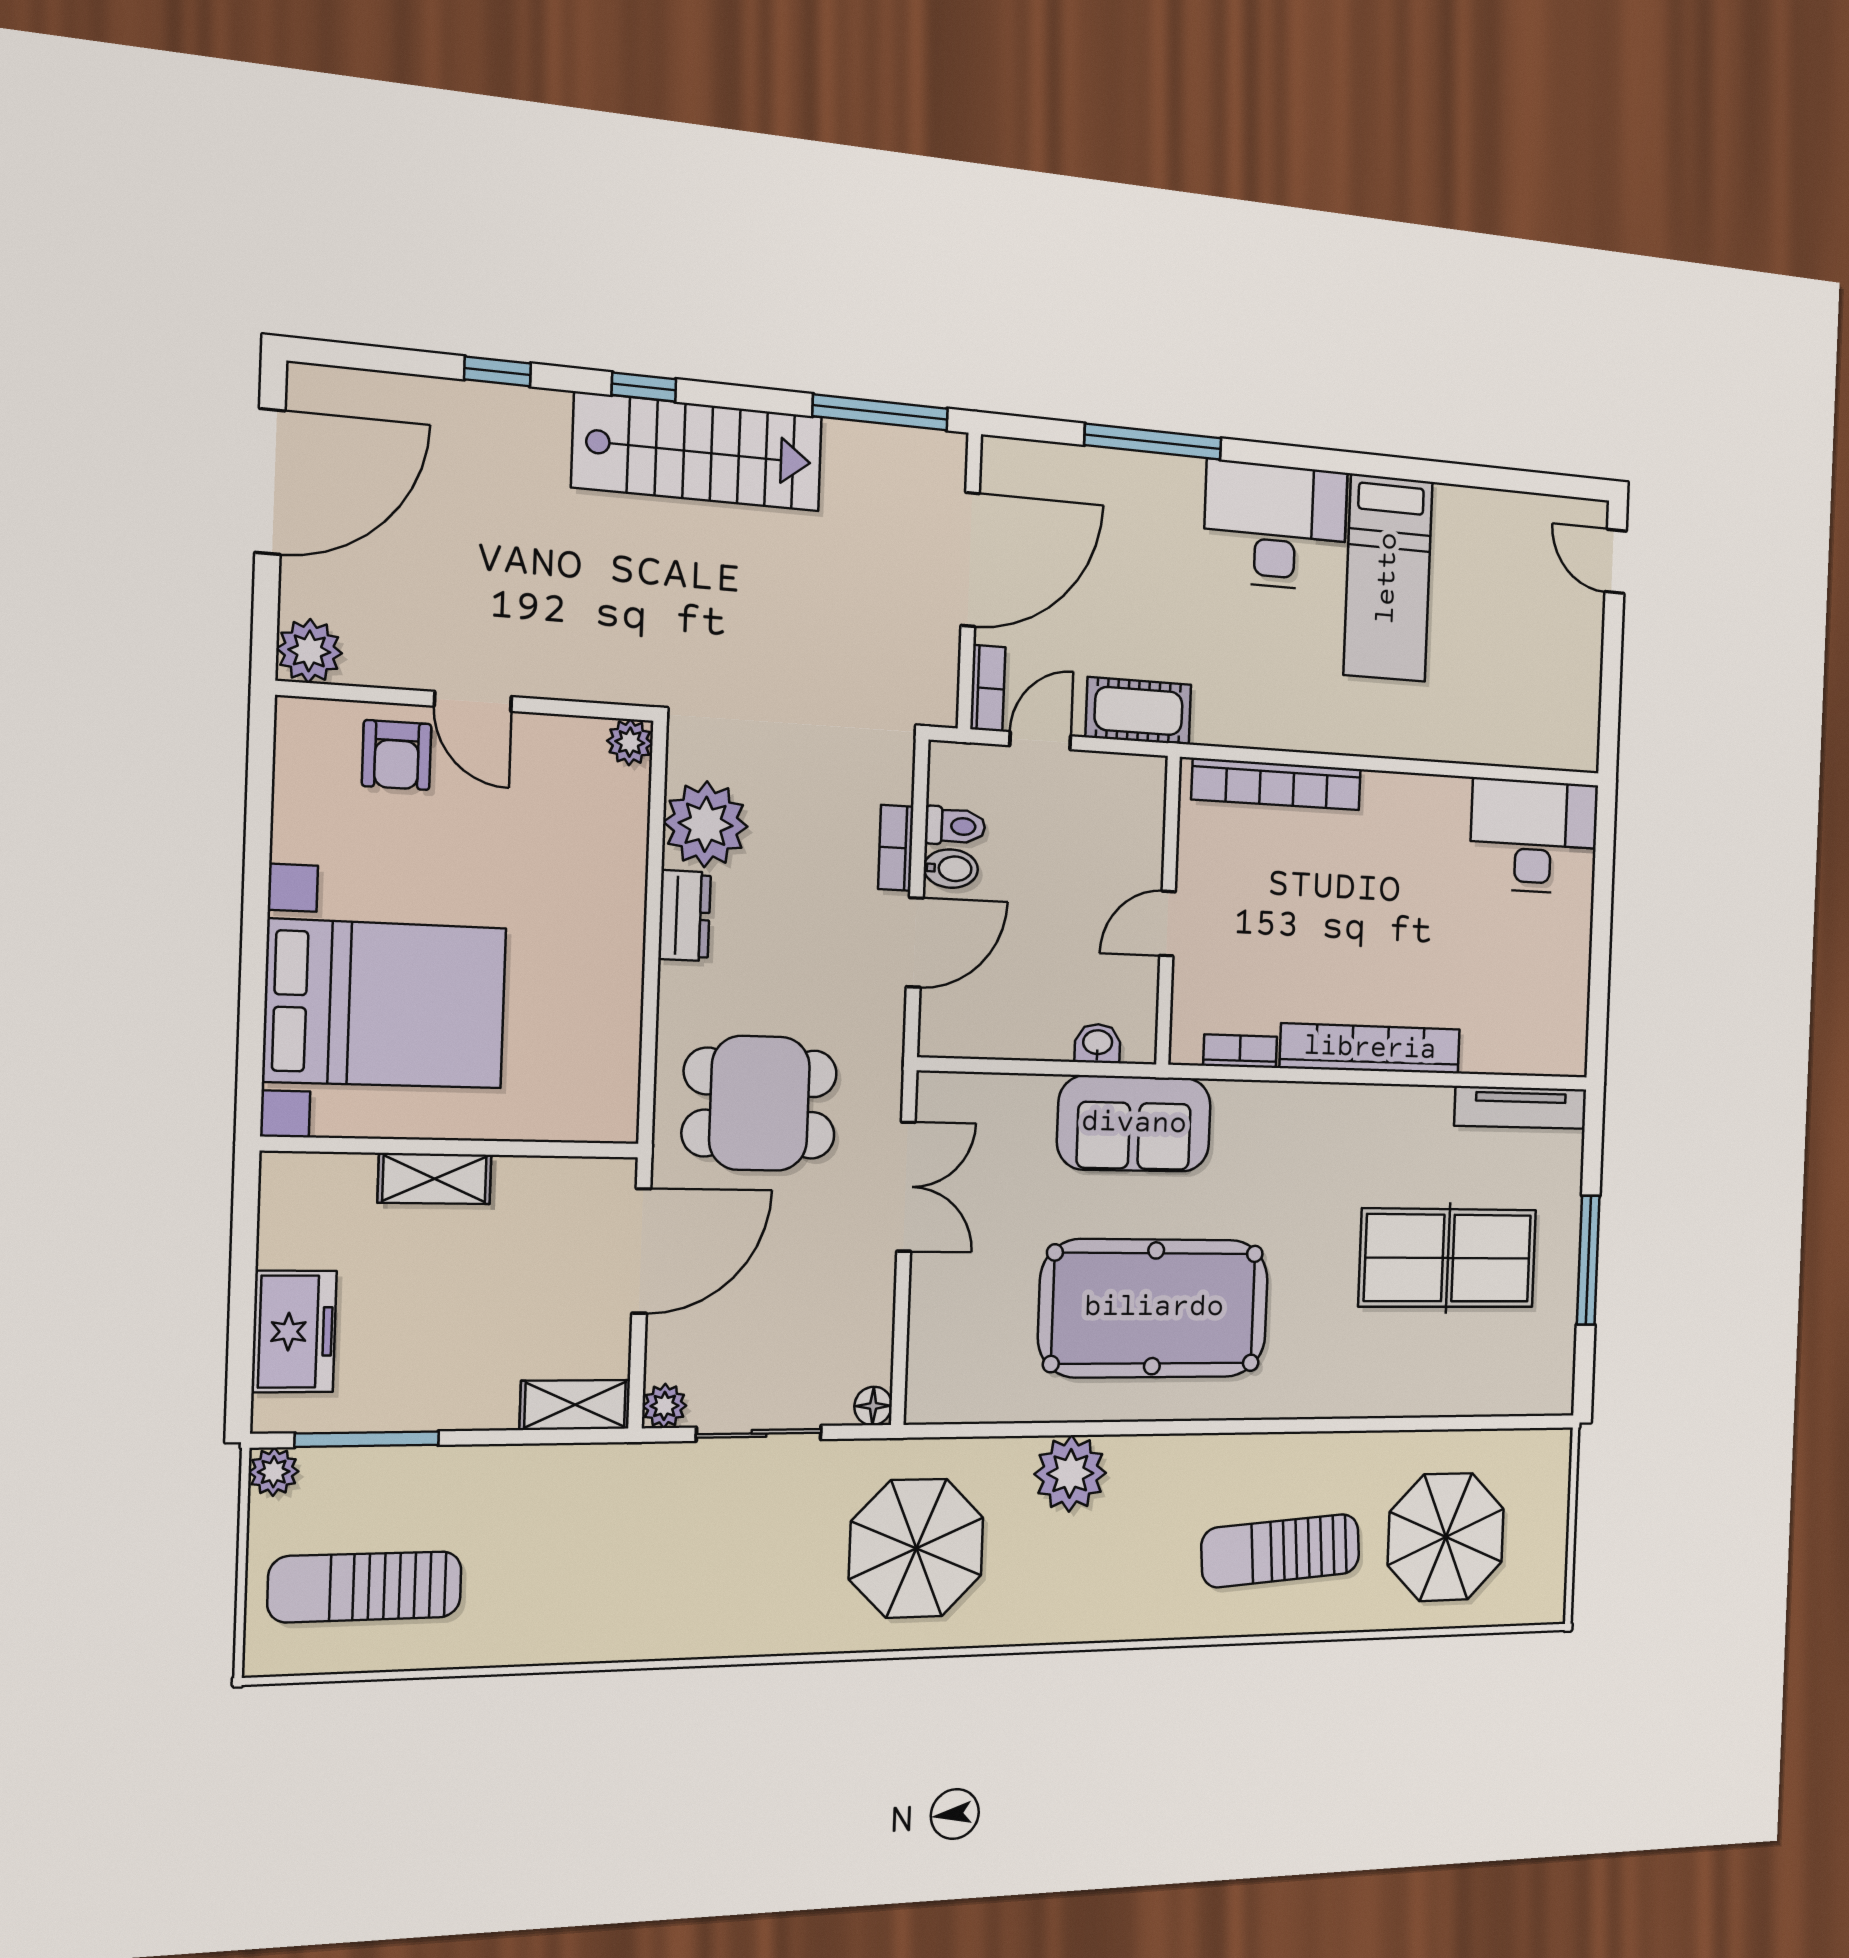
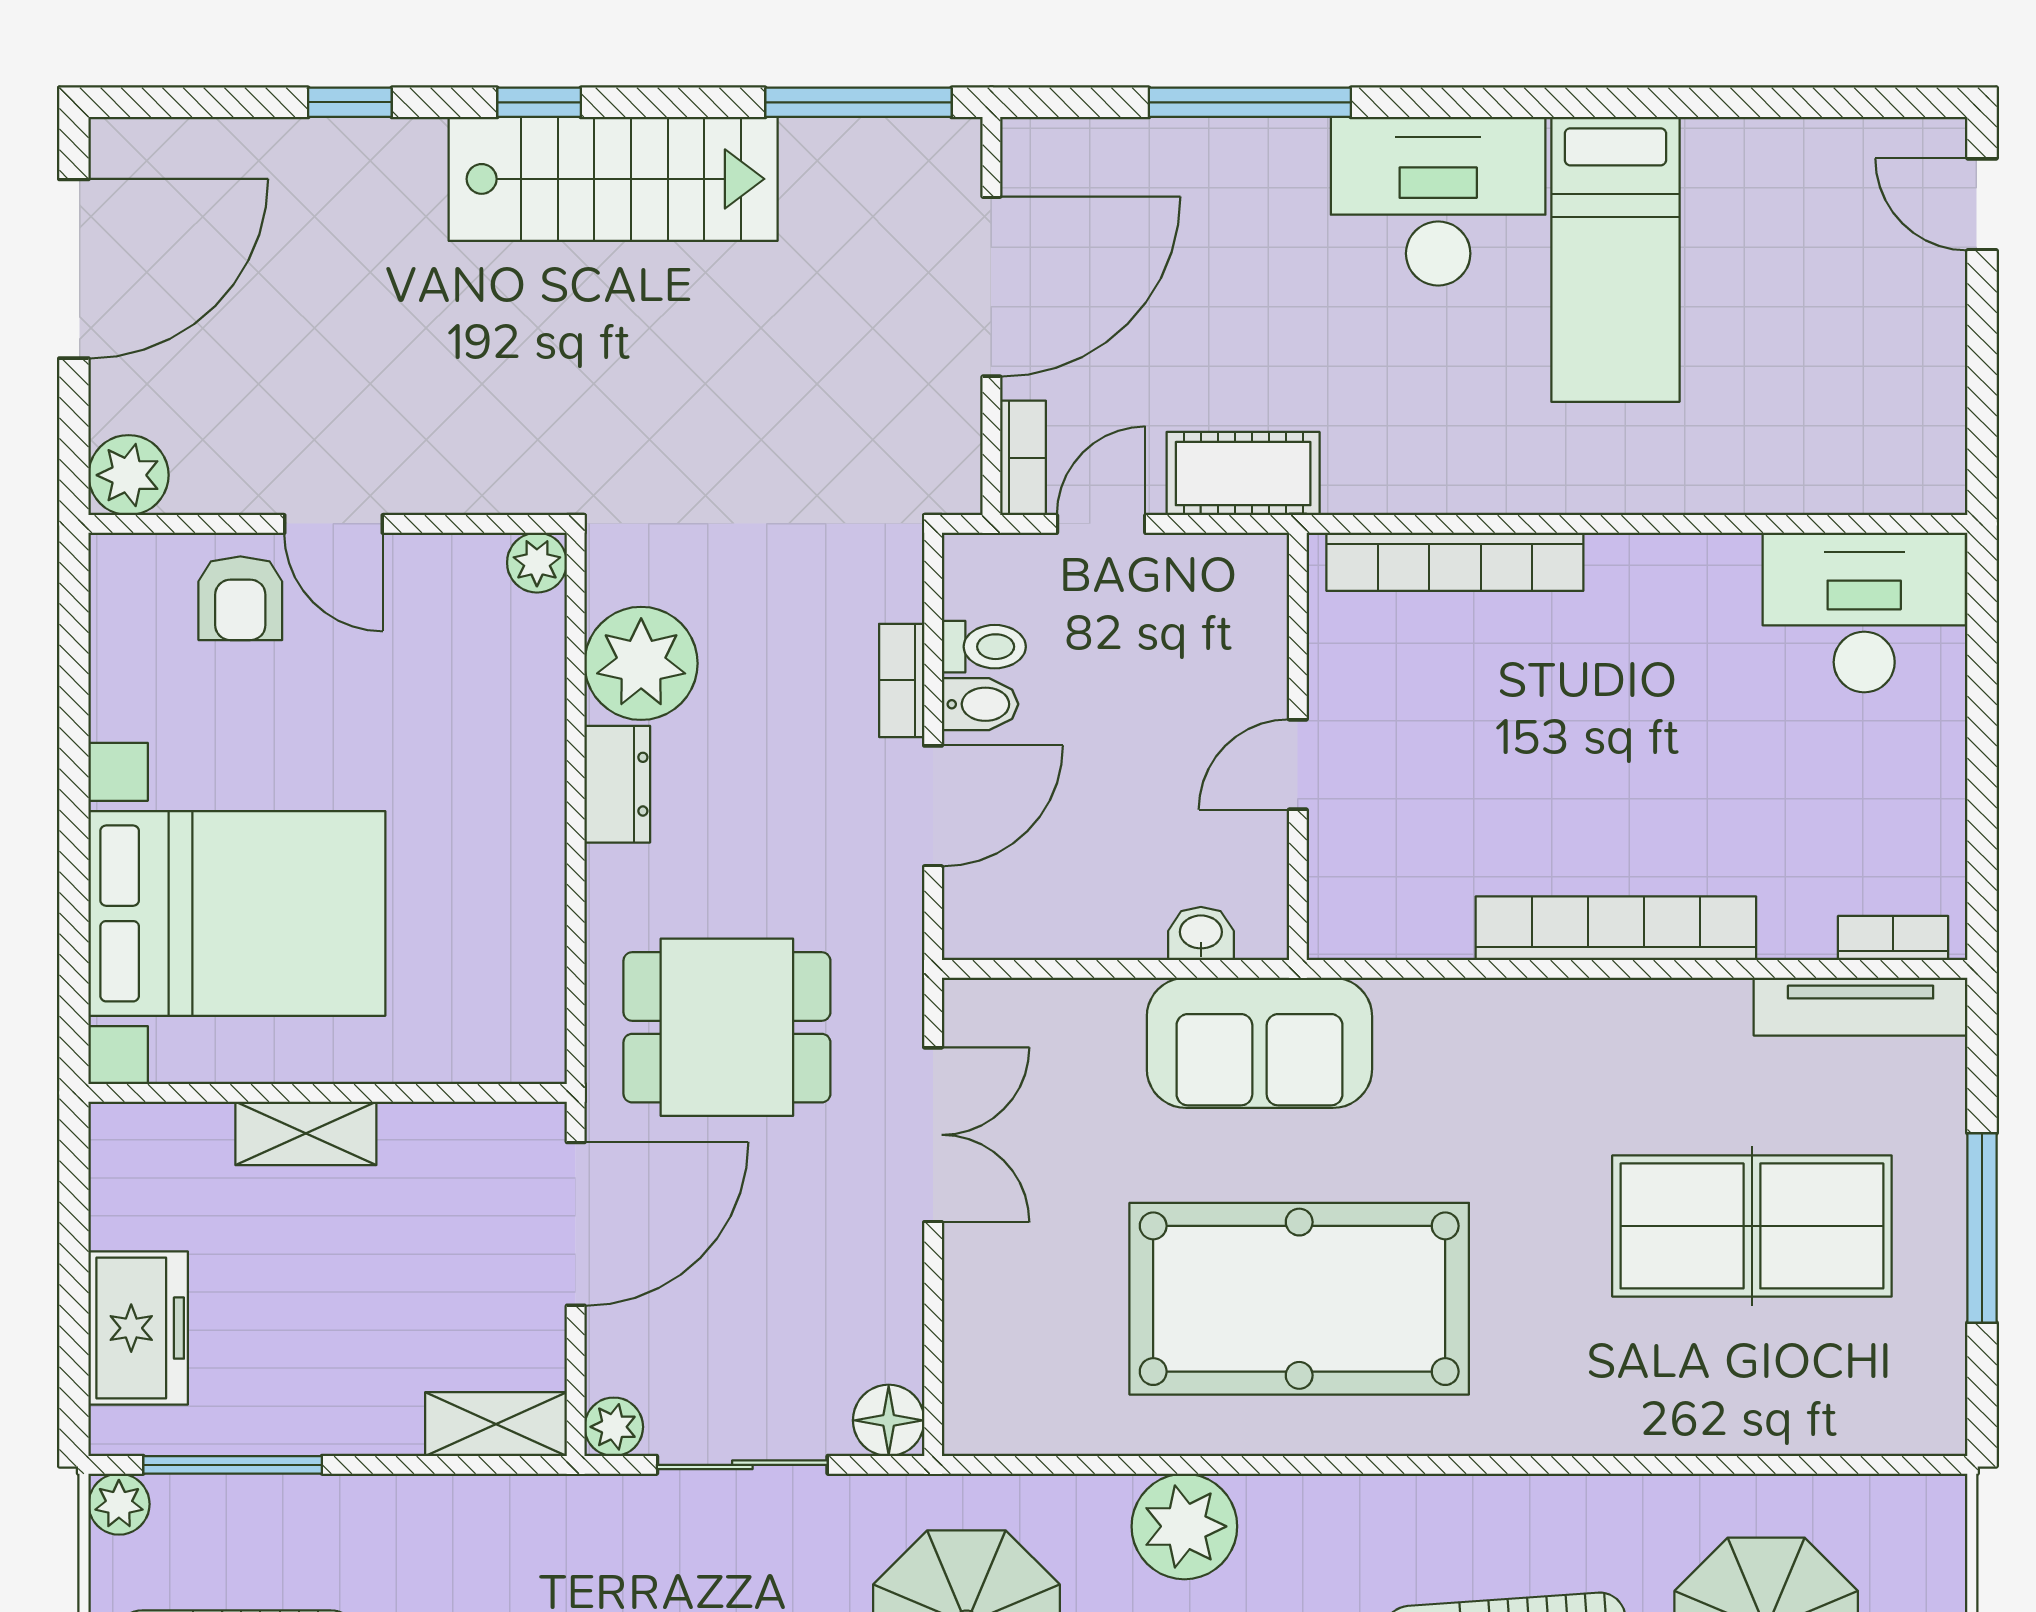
bookcase: (1240, 1051) -> (1893, 938), moved
floor lamp: (873, 1406) -> (889, 1420), width x1.37, depth x1.37

